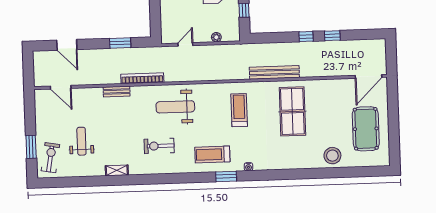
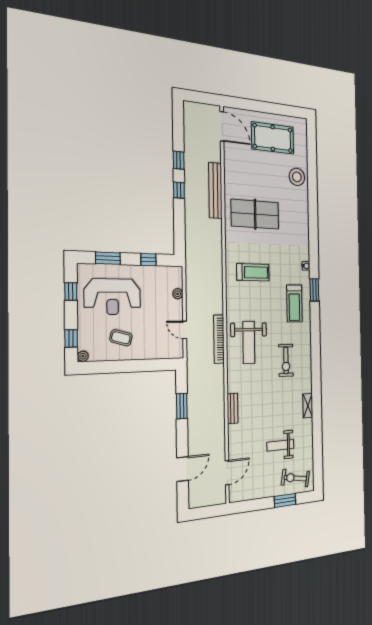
bench: (274, 72) -> (215, 190), moved
bookcase: (142, 78) -> (219, 339), moved
treadmill: (239, 110) -> (253, 272), turned 180

